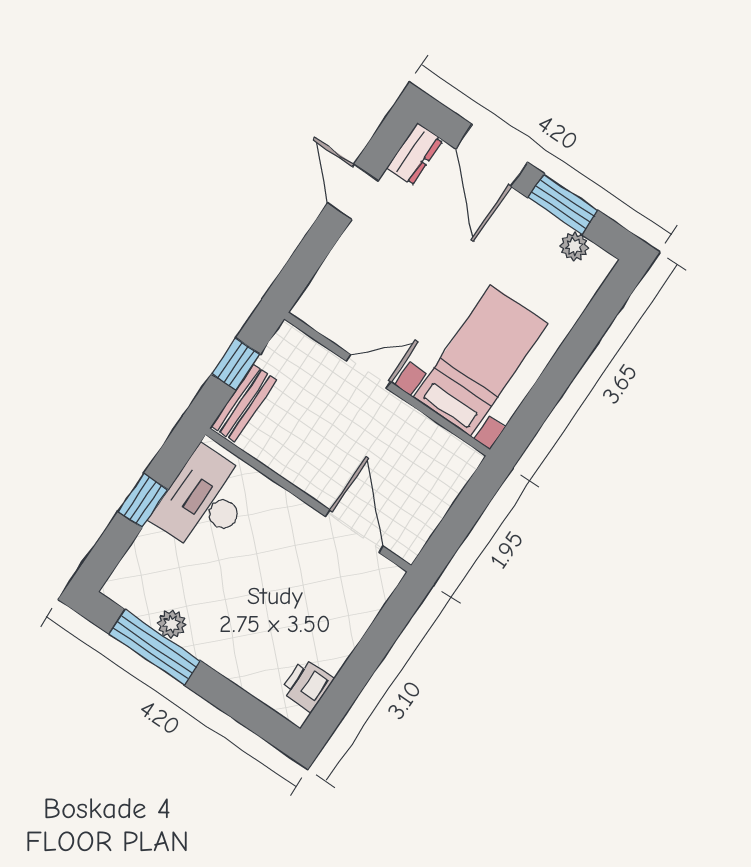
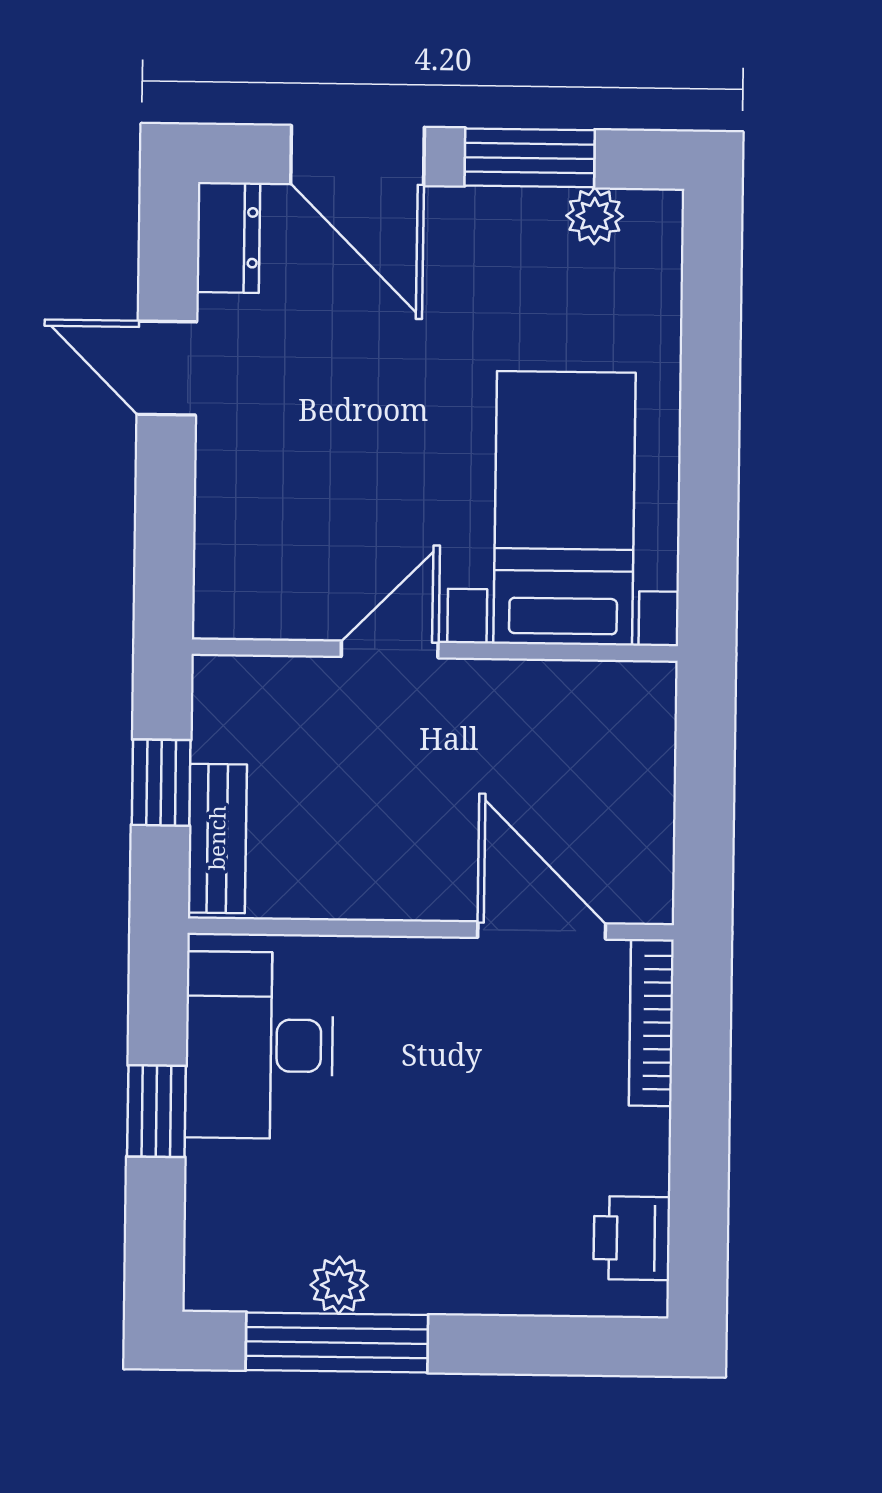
bookcase: (375, 600) -> (651, 1023), added

